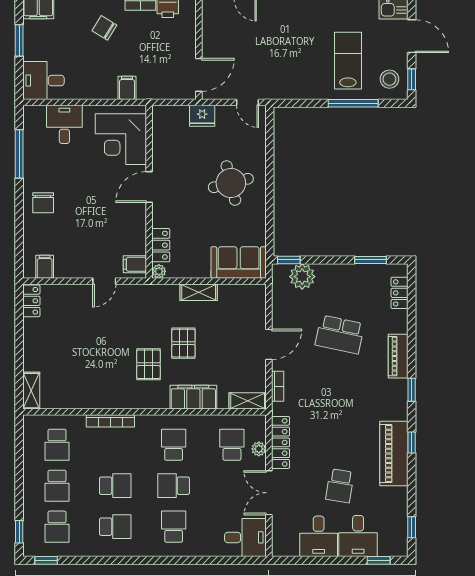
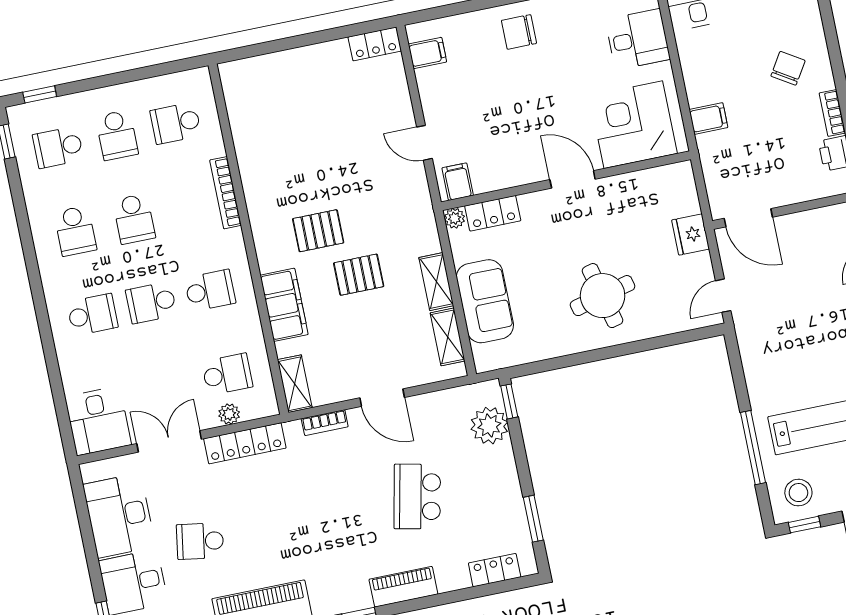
sofa: (239, 262) -> (485, 301), moved
shelving: (31, 391) -> (448, 337), moved, turned 90
school desk: (57, 486) -> (117, 135), turned -90
school desk: (174, 486) -> (151, 303), turned -90
desk: (319, 536) -> (119, 516), width x1.37

